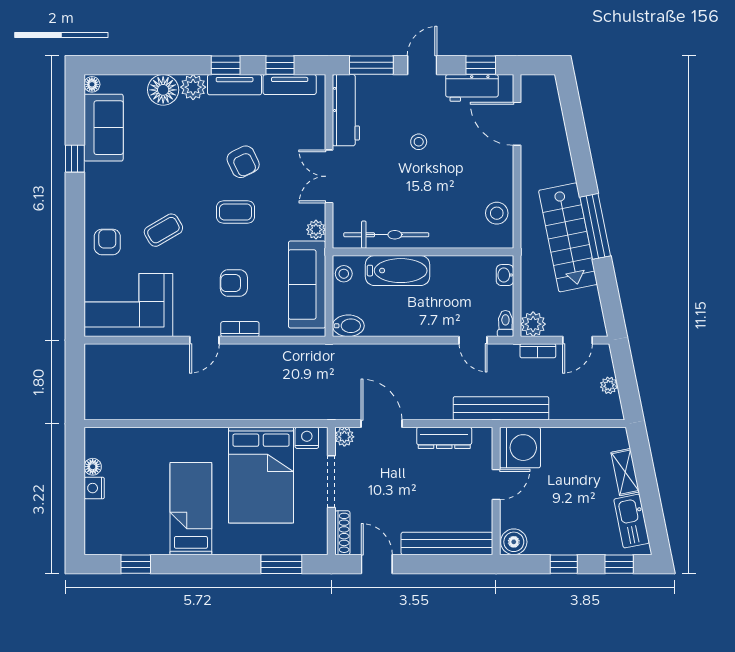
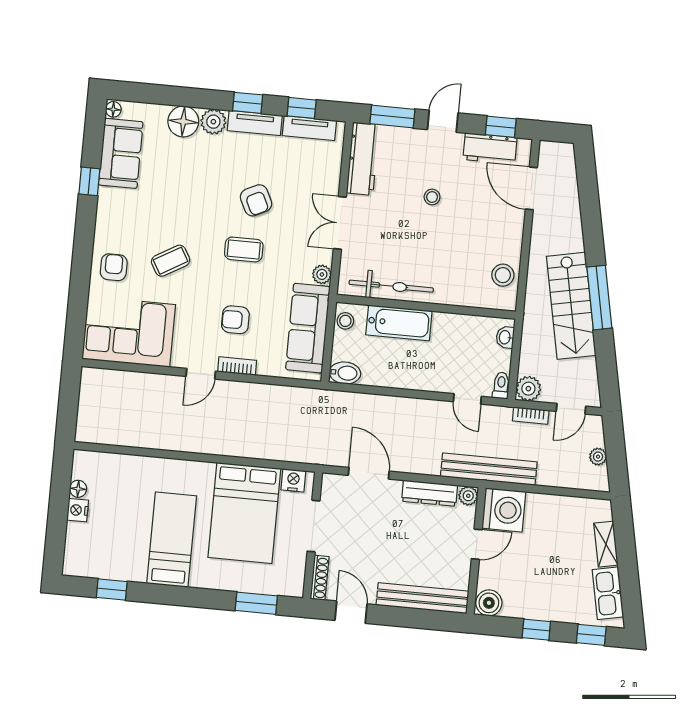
plant: (344, 437) -> (468, 496), moved

